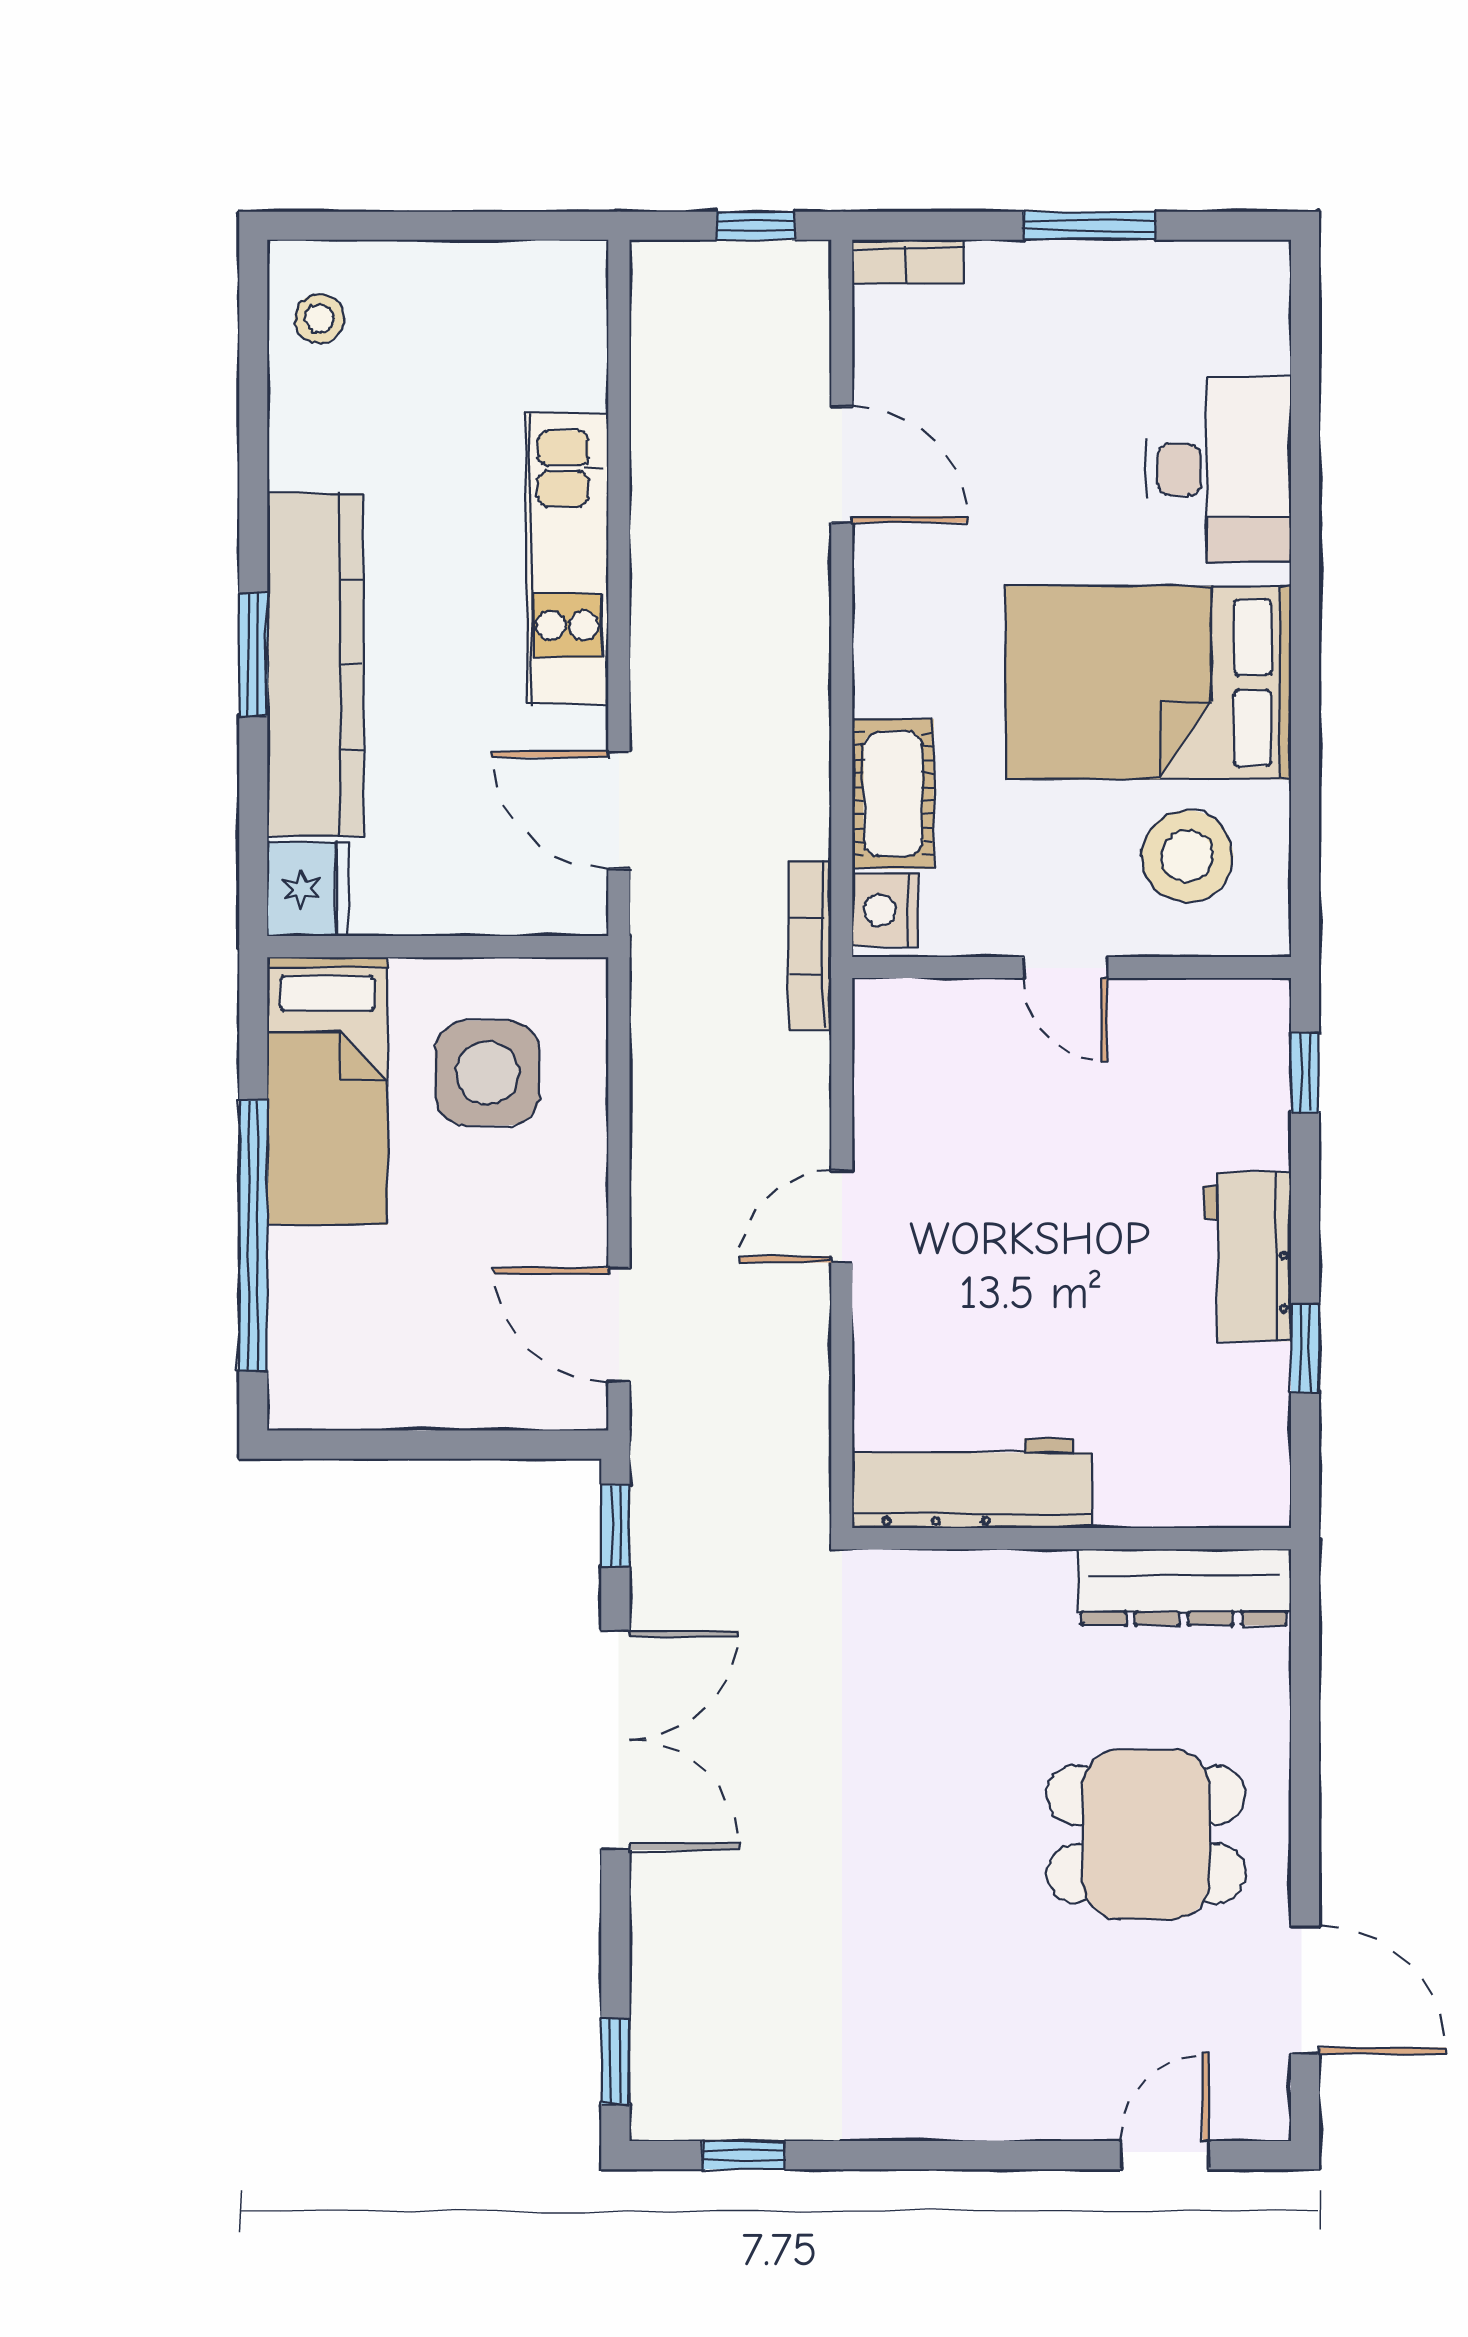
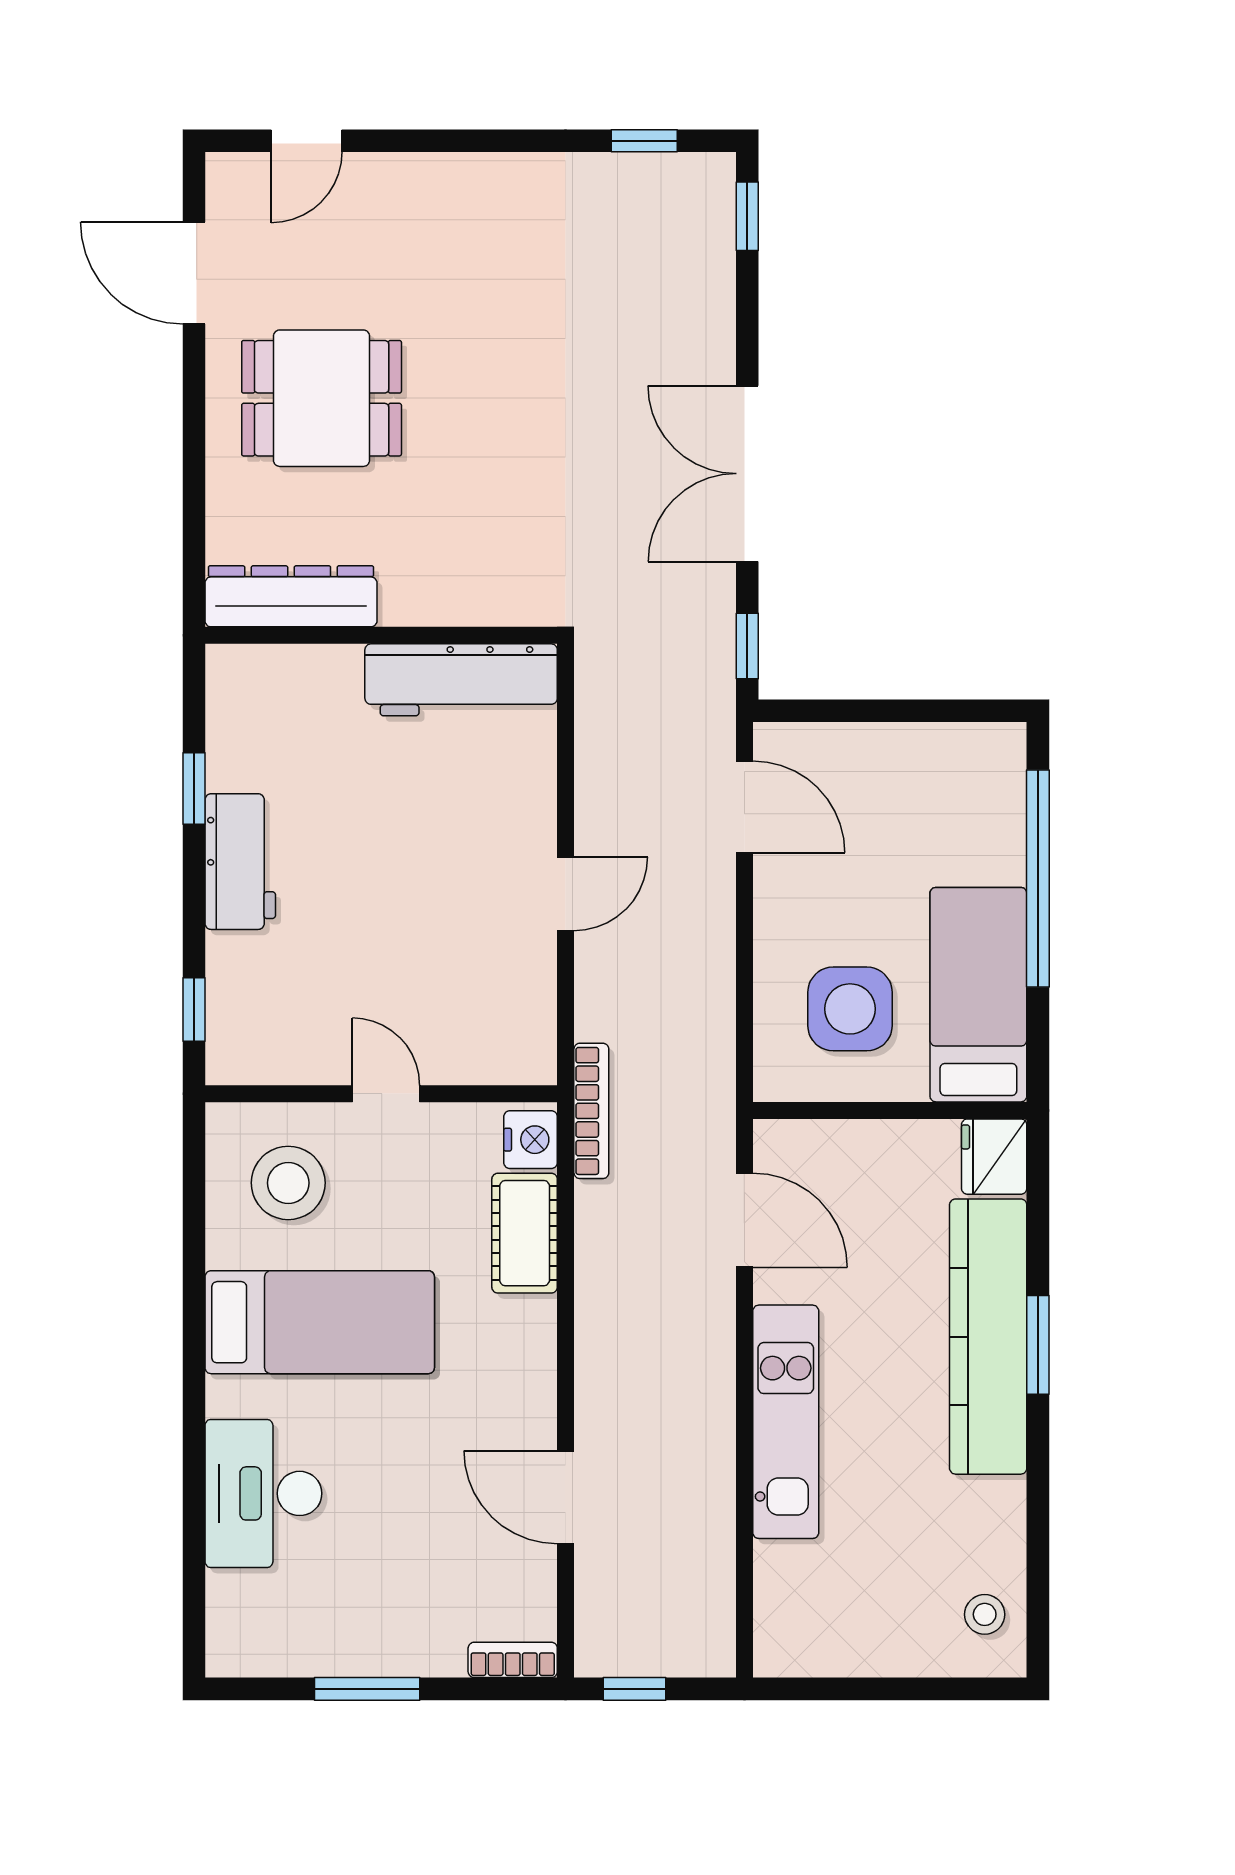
bed: (1148, 683) -> (320, 1322), width x0.67

